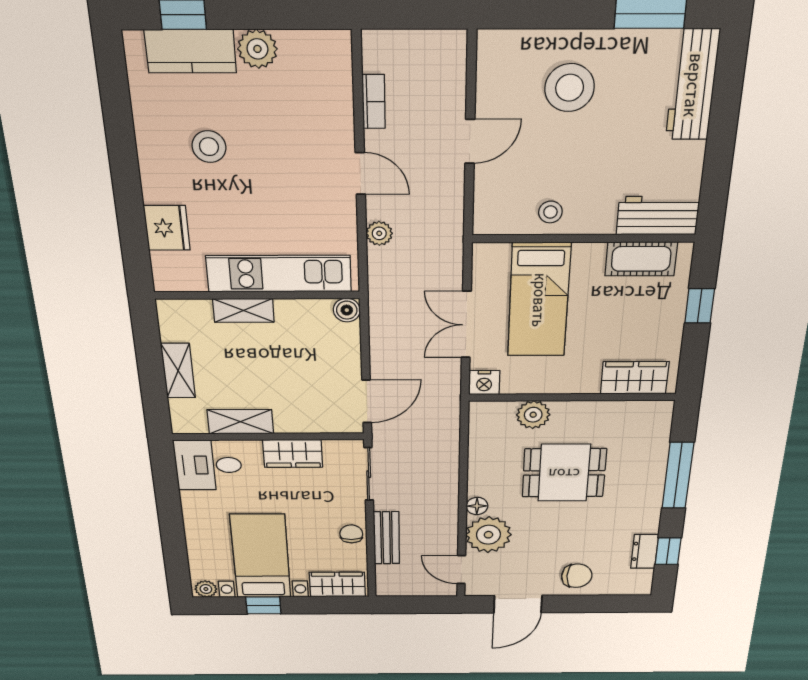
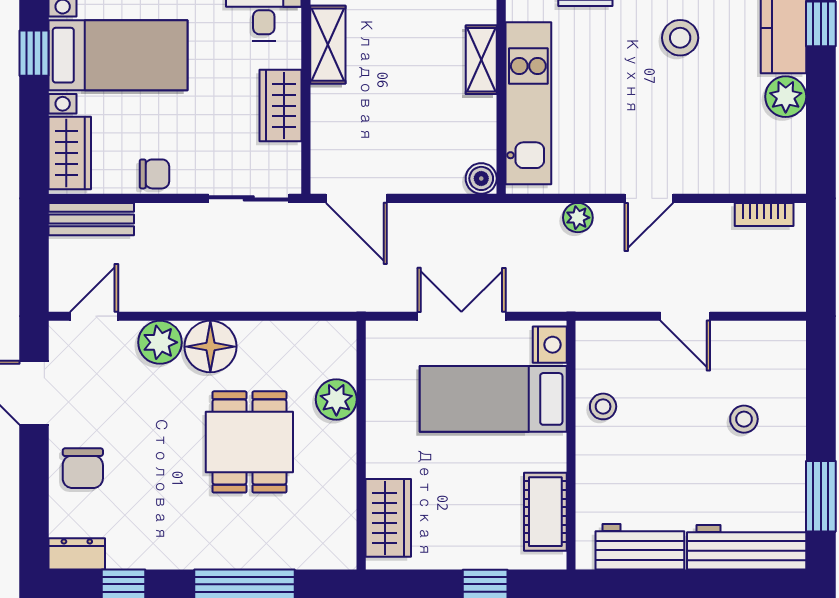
stool: (570, 88) -> (744, 419), width x0.53, depth x0.53
bookcase: (374, 102) -> (764, 214), moved
workbench: (658, 216) -> (640, 547), moved, turned -90
nightstand: (484, 383) -> (550, 345), moved, turned 180
floor lamp: (477, 506) -> (210, 347), width x1.89, depth x1.89
plant: (488, 535) -> (160, 342), width x0.73, depth x0.73
bench: (387, 538) -> (91, 219), moved
dresser: (645, 551) -> (77, 554), moved

